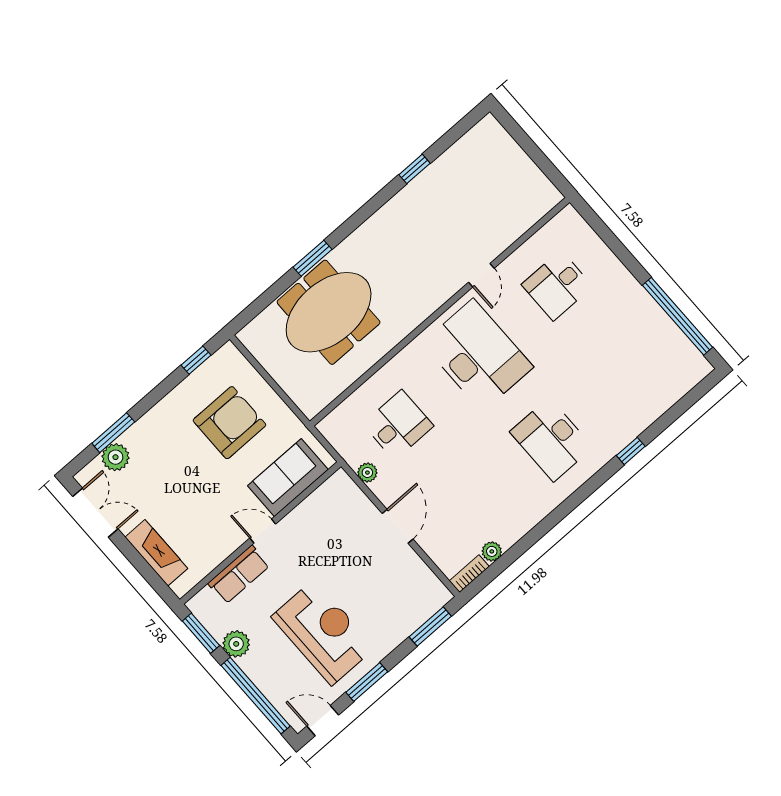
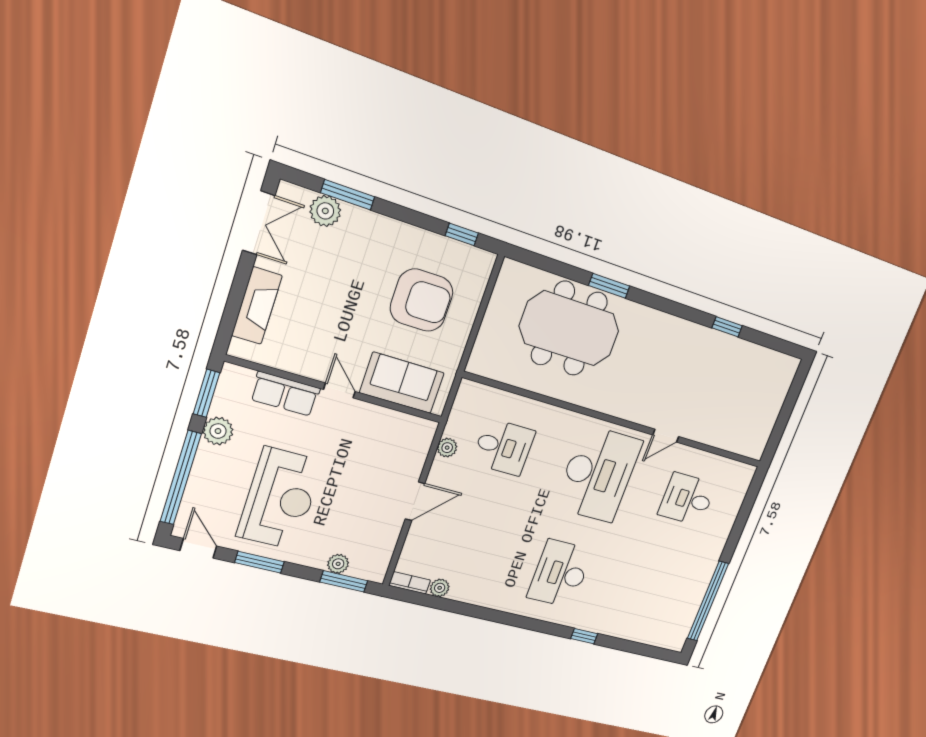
plant: (411, 621) -> (338, 564), added

